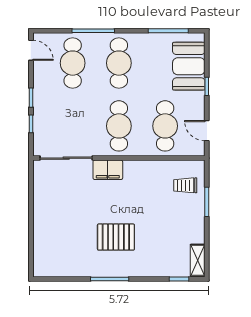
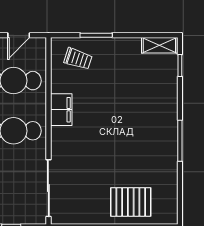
filing cabinet: (108, 170) -> (61, 110), moved
trolley: (185, 185) -> (78, 59), turned -72
pallet: (116, 237) -> (131, 202), moved, turned 90

